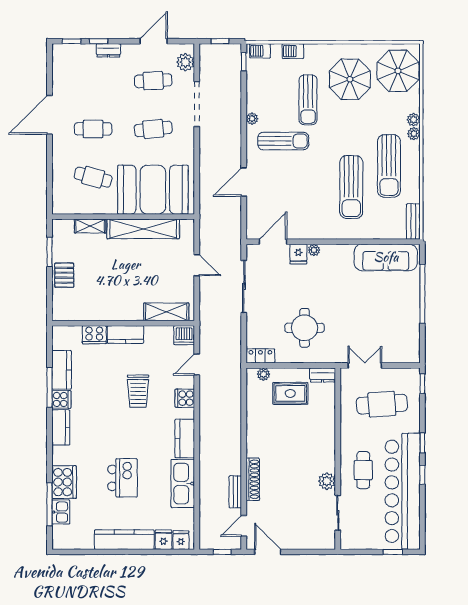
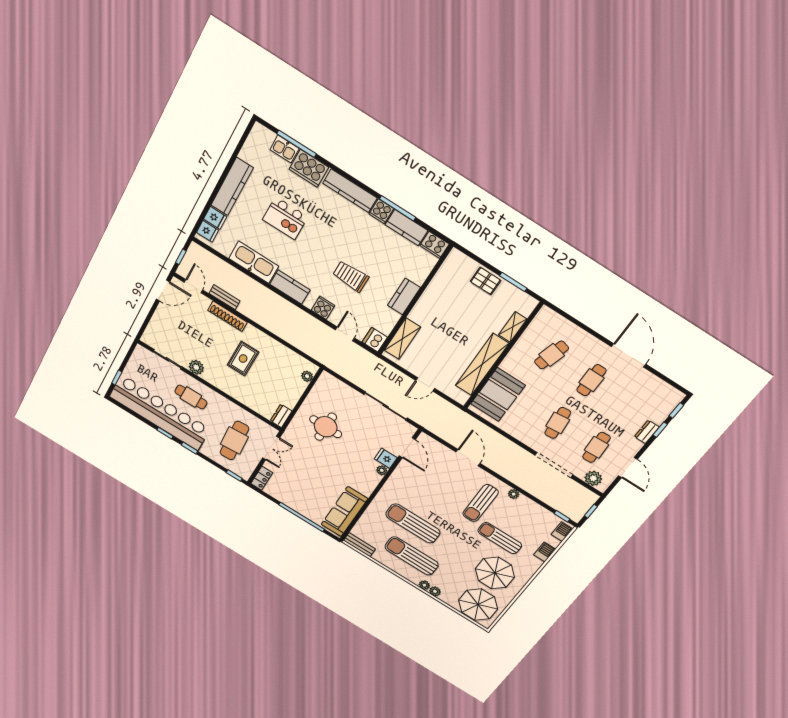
booth: (153, 190) -> (498, 395), width x0.73, depth x0.70
cooker: (94, 335) -> (434, 245), moved, turned -90
locker: (260, 356) -> (262, 478), moved
rug: (290, 393) -> (243, 359), moved
kitchen counter: (61, 427) -> (350, 191), width x1.50

